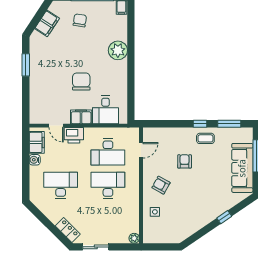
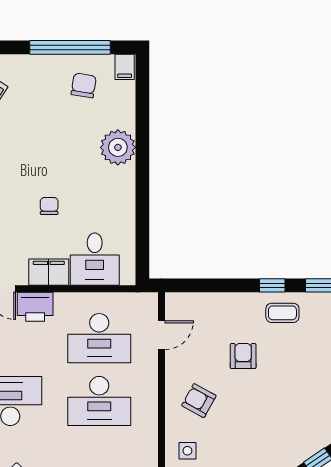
chair: (80, 20) -> (84, 85), moved
chair: (81, 82) -> (49, 206), width x0.54, depth x0.54
desk: (108, 185) -> (99, 401), turned 180

